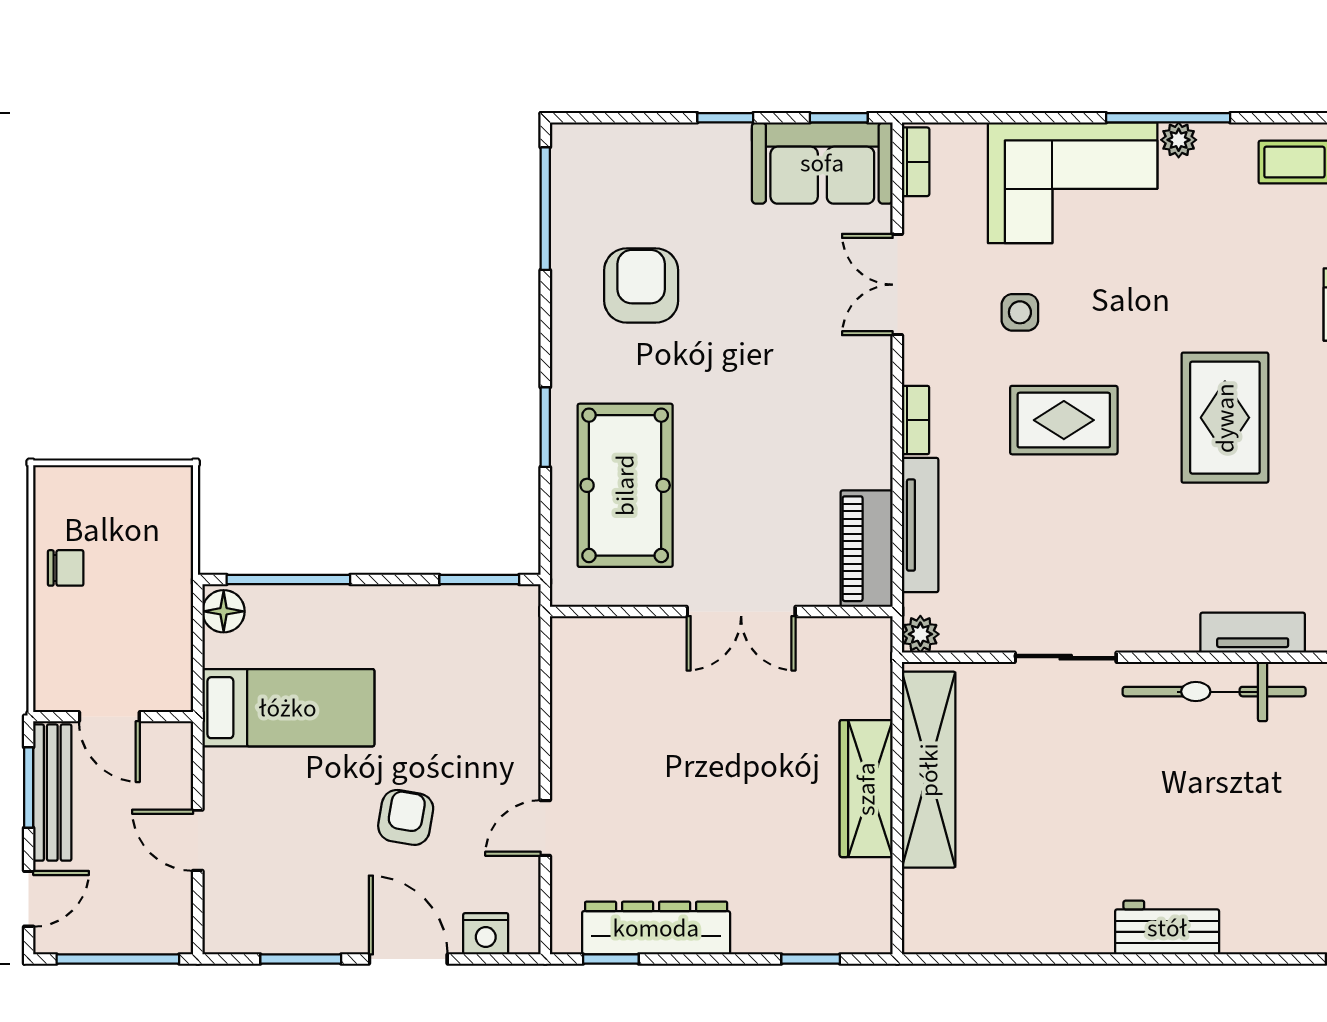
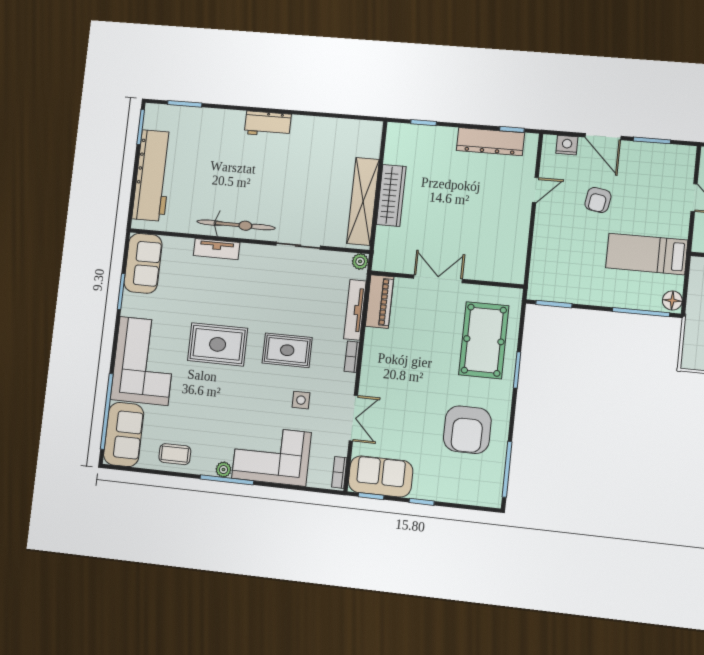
armchair: (641, 286) -> (467, 430), width x1.36, depth x1.36
rug: (1225, 418) -> (218, 344), turned 90

